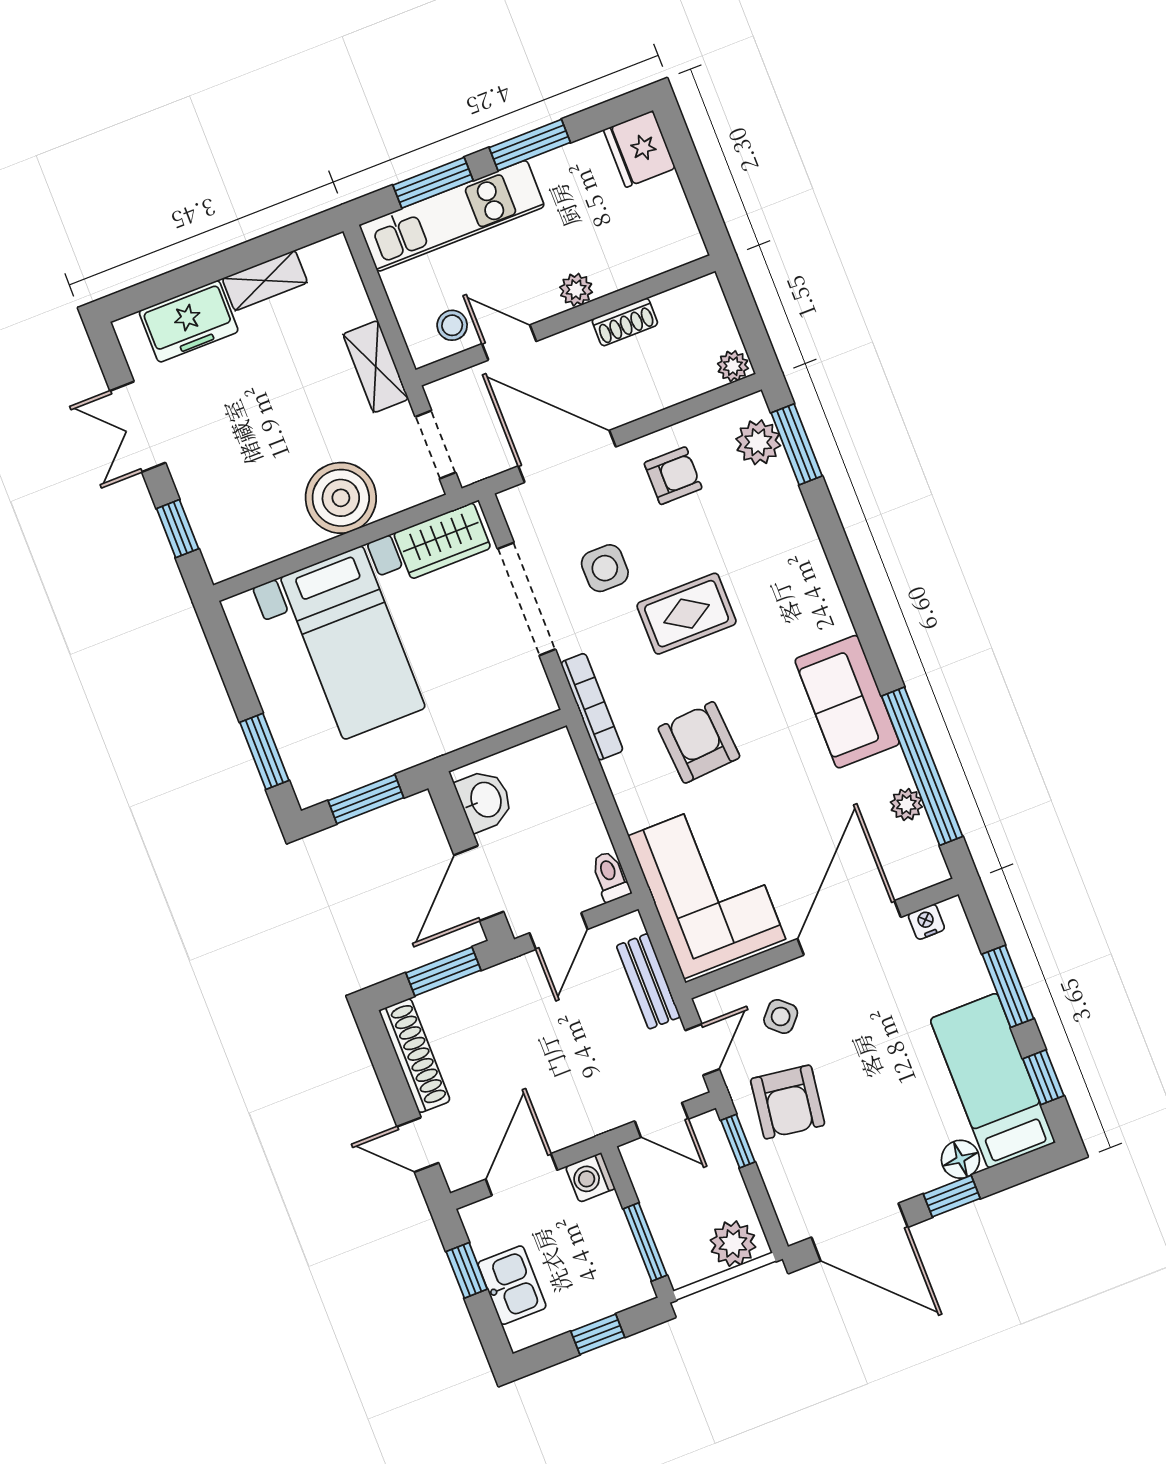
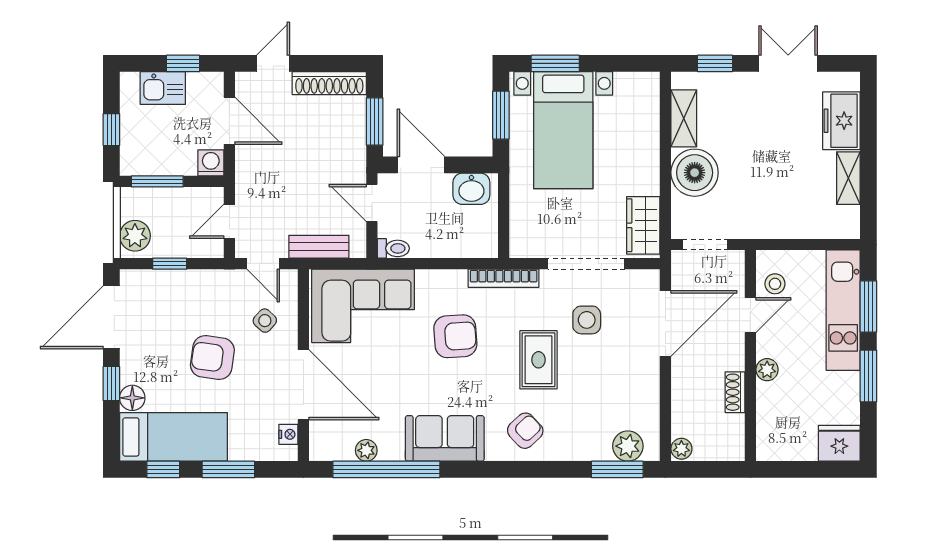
shelving: (376, 367) -> (684, 118), moved, turned 90
armchair: (673, 476) -> (525, 431), moved, turned -133
bed with nightstands: (353, 643) -> (563, 130), moved, turned -90
armchair: (788, 1102) -> (212, 357), moved
window: (738, 1141) -> (170, 264), moved

